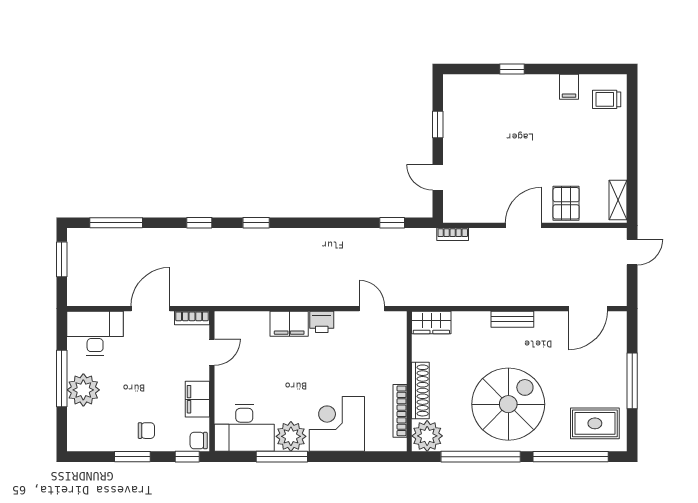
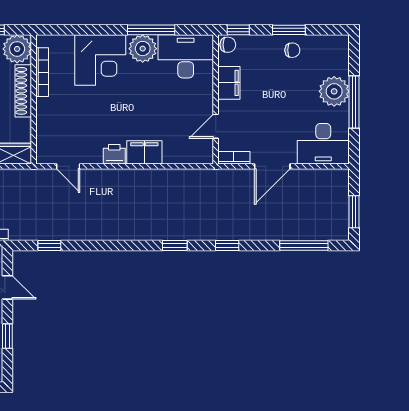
chair: (146, 431) -> (292, 50), moved, turned 180

